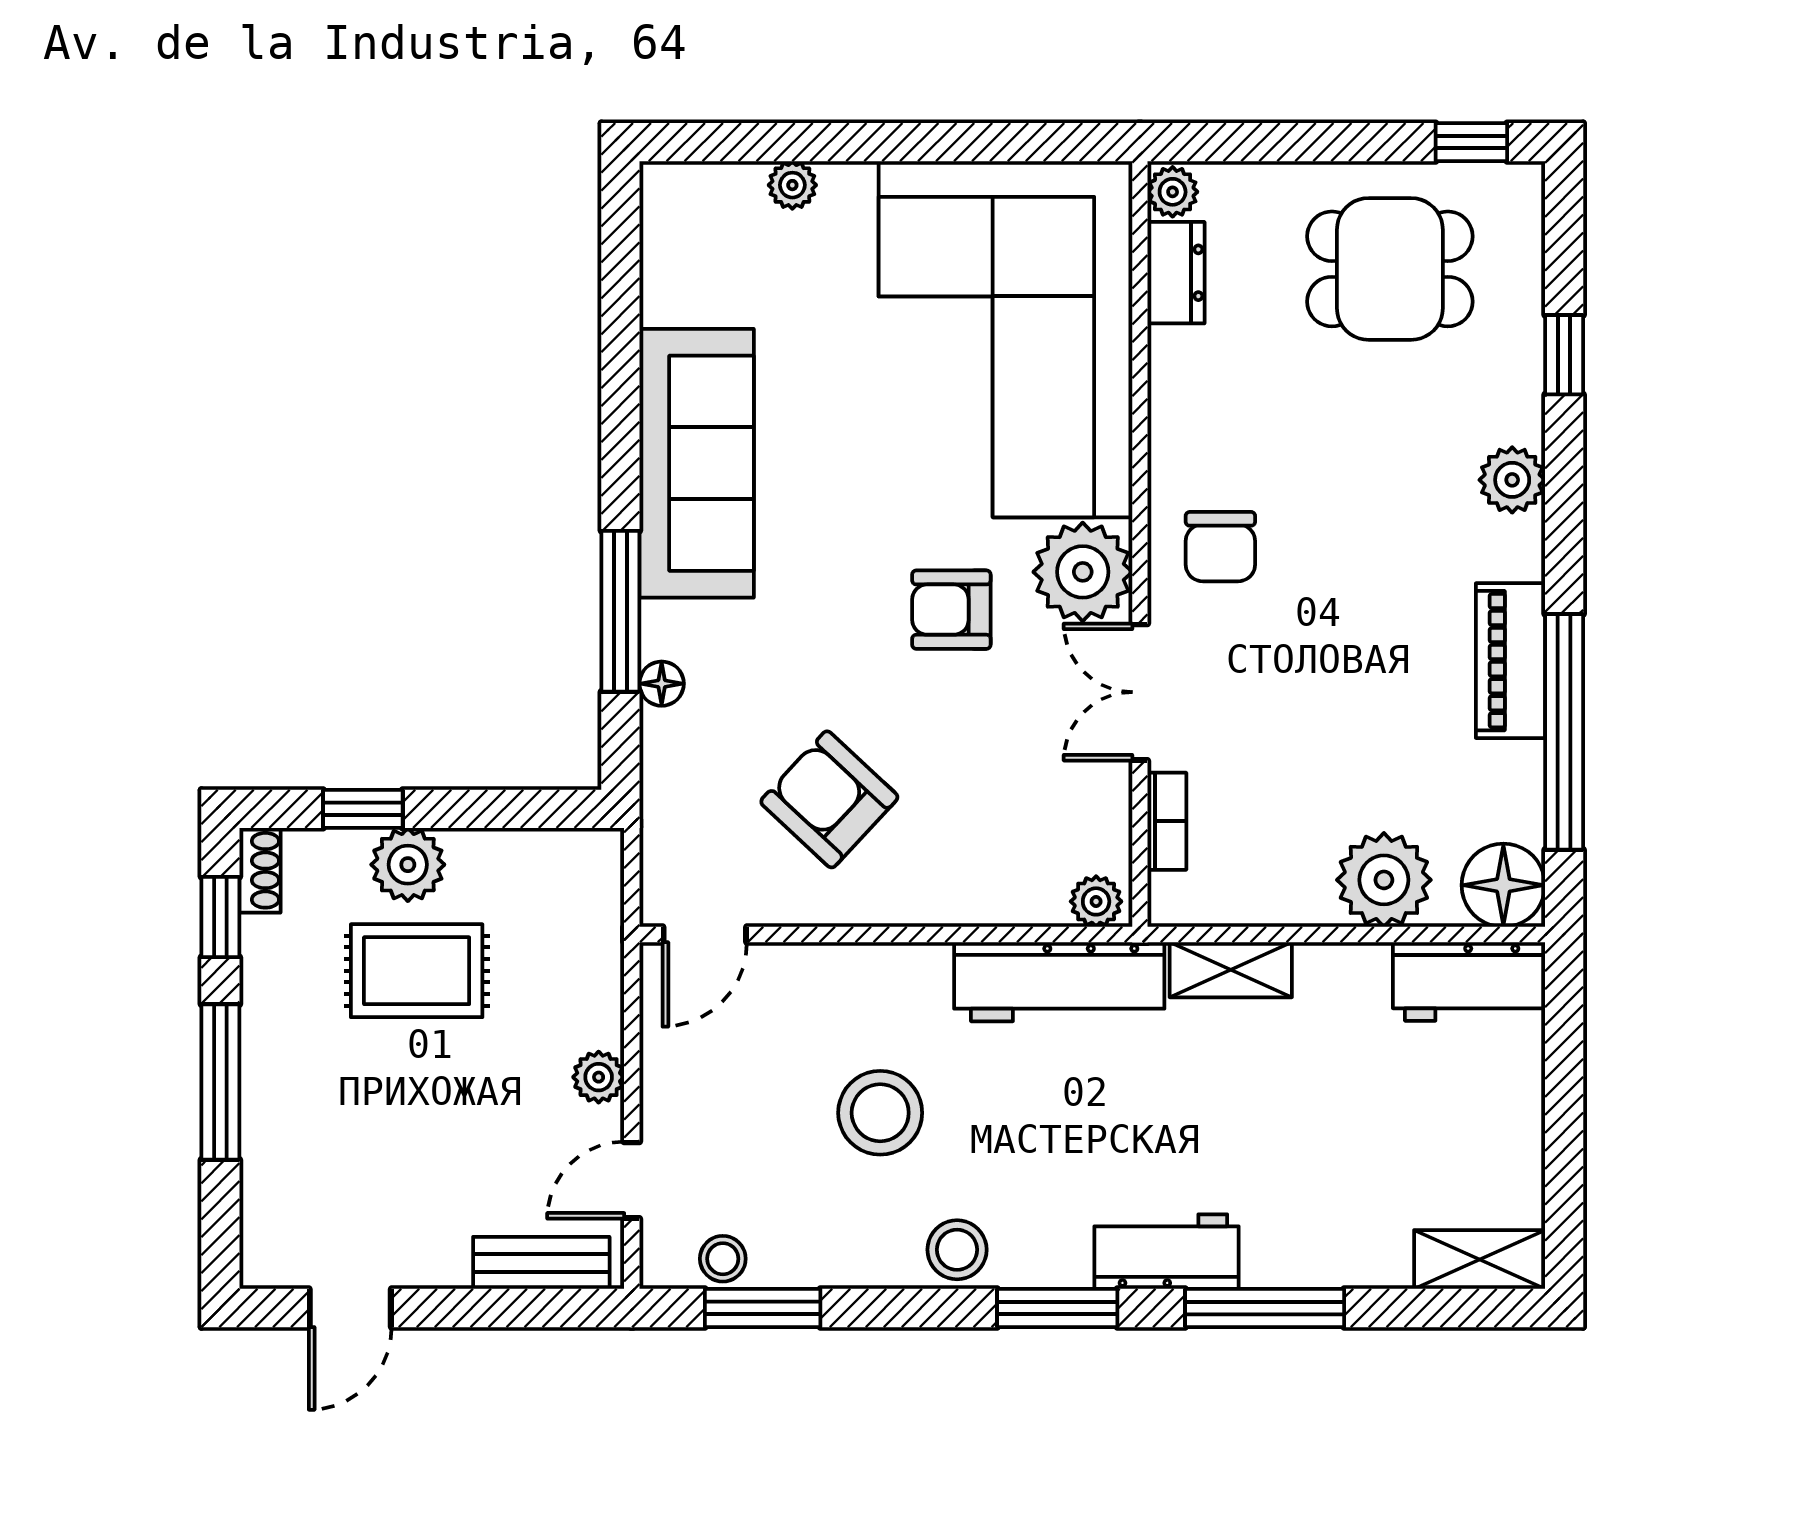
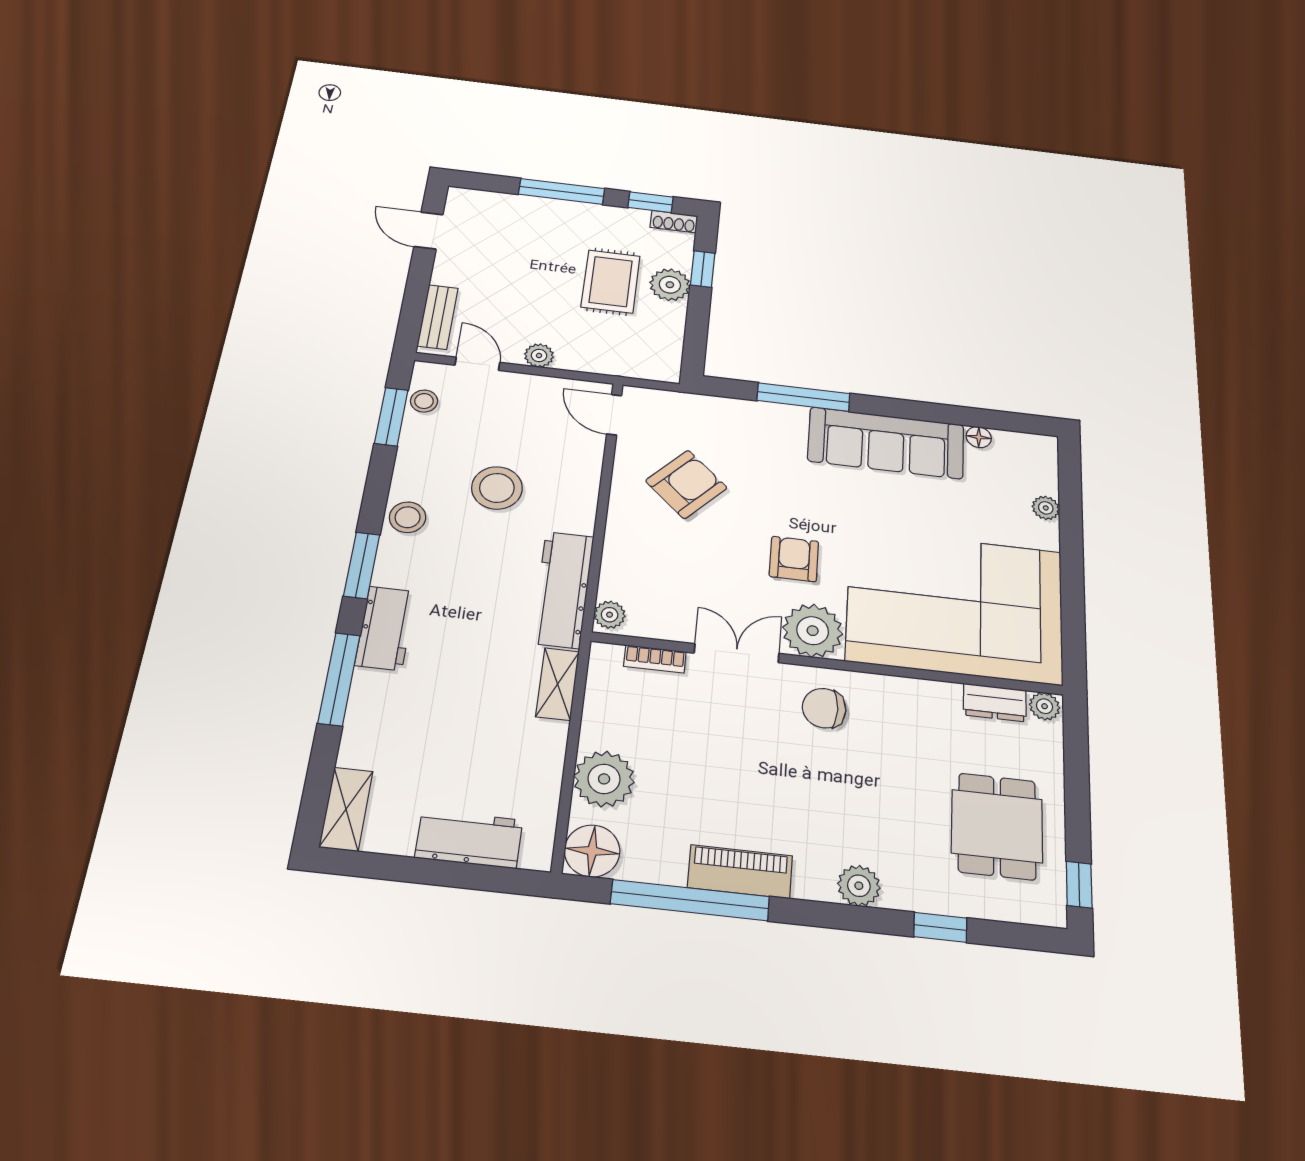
floor lamp: (662, 684) -> (979, 437), moved
workbench: (1469, 982) -> (469, 839), moved, turned 90

